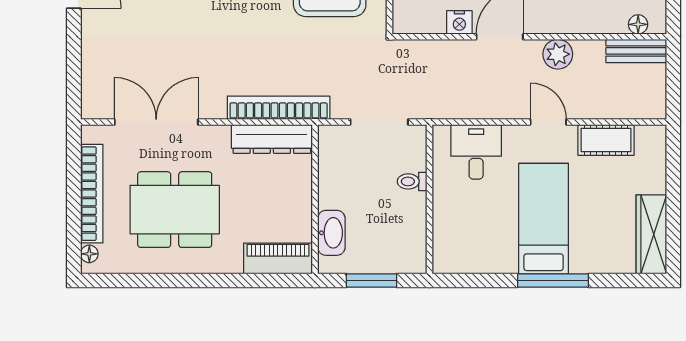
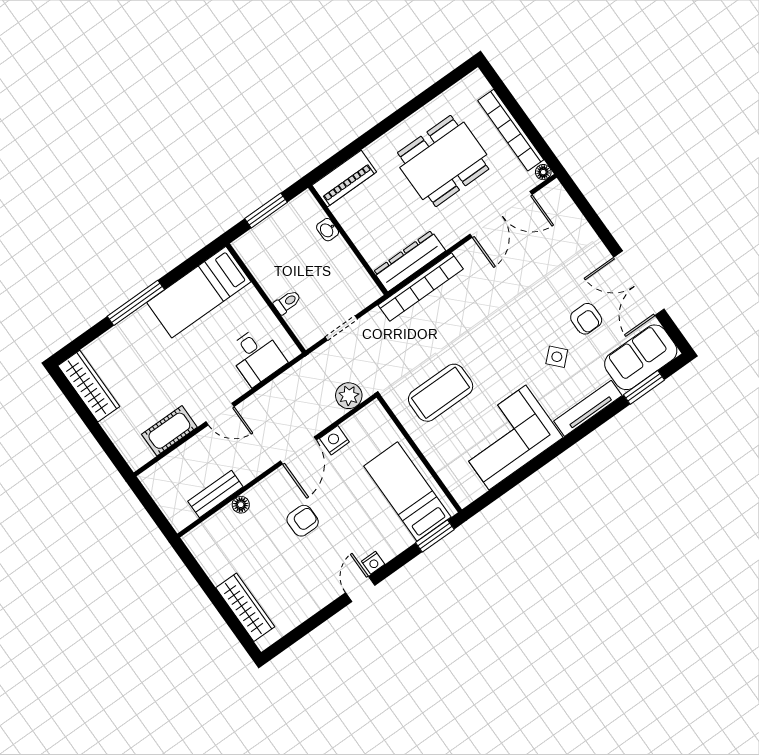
floor lamp: (638, 24) -> (241, 505), moved
bench: (636, 51) -> (215, 494), moved
plant: (558, 54) -> (349, 396), moved
doorway: (379, 122) -> (341, 328), width x0.73
bed: (544, 219) -> (199, 292), moved, turned 90
washbasin: (331, 233) -> (328, 230), width x0.52, depth x0.69
floor lamp: (89, 254) -> (543, 172), moved

